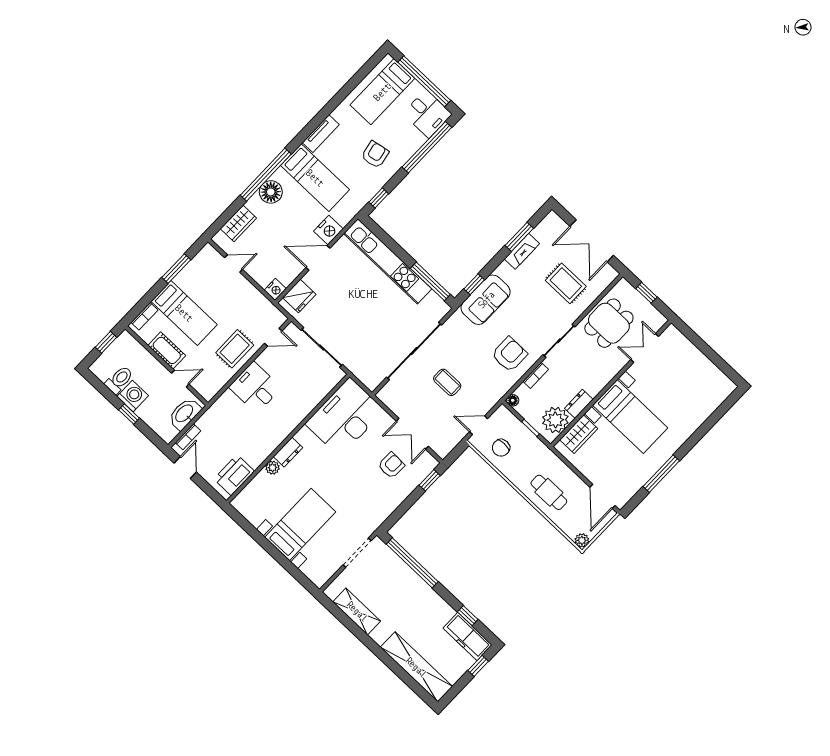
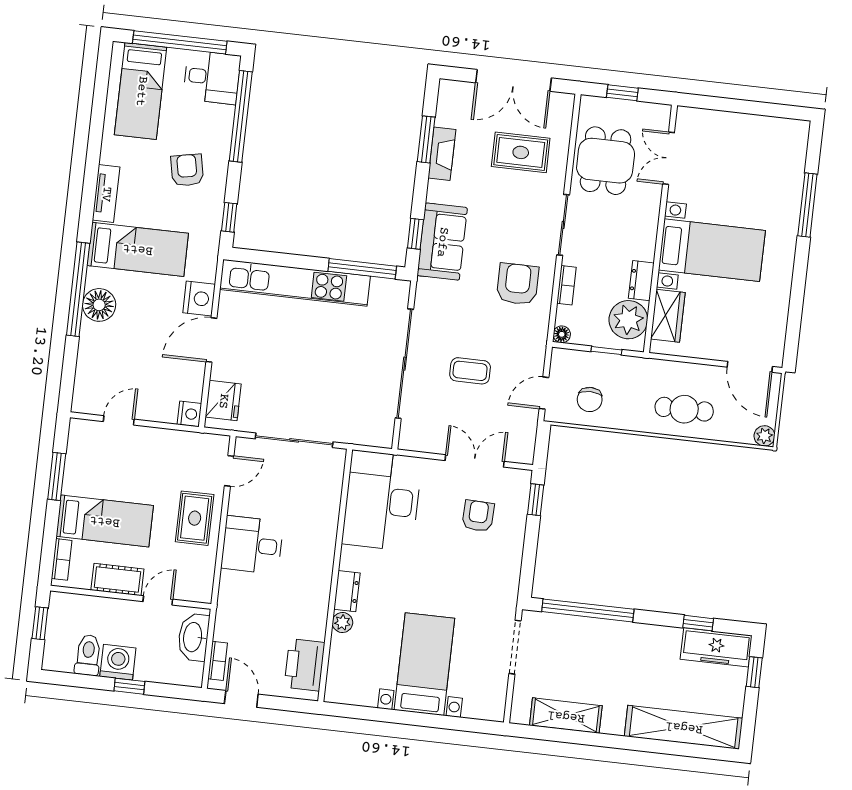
wardrobe: (238, 223) -> (89, 370), removed
double door: (412, 434) -> (475, 461), swing flipped
window: (661, 474) -> (807, 205), moved

